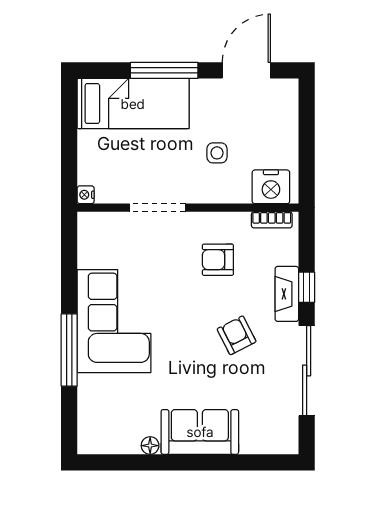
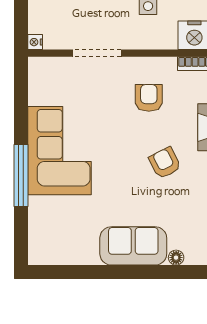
armchair: (218, 260) -> (149, 98), turned 90
floor lamp: (150, 446) -> (176, 258), moved

